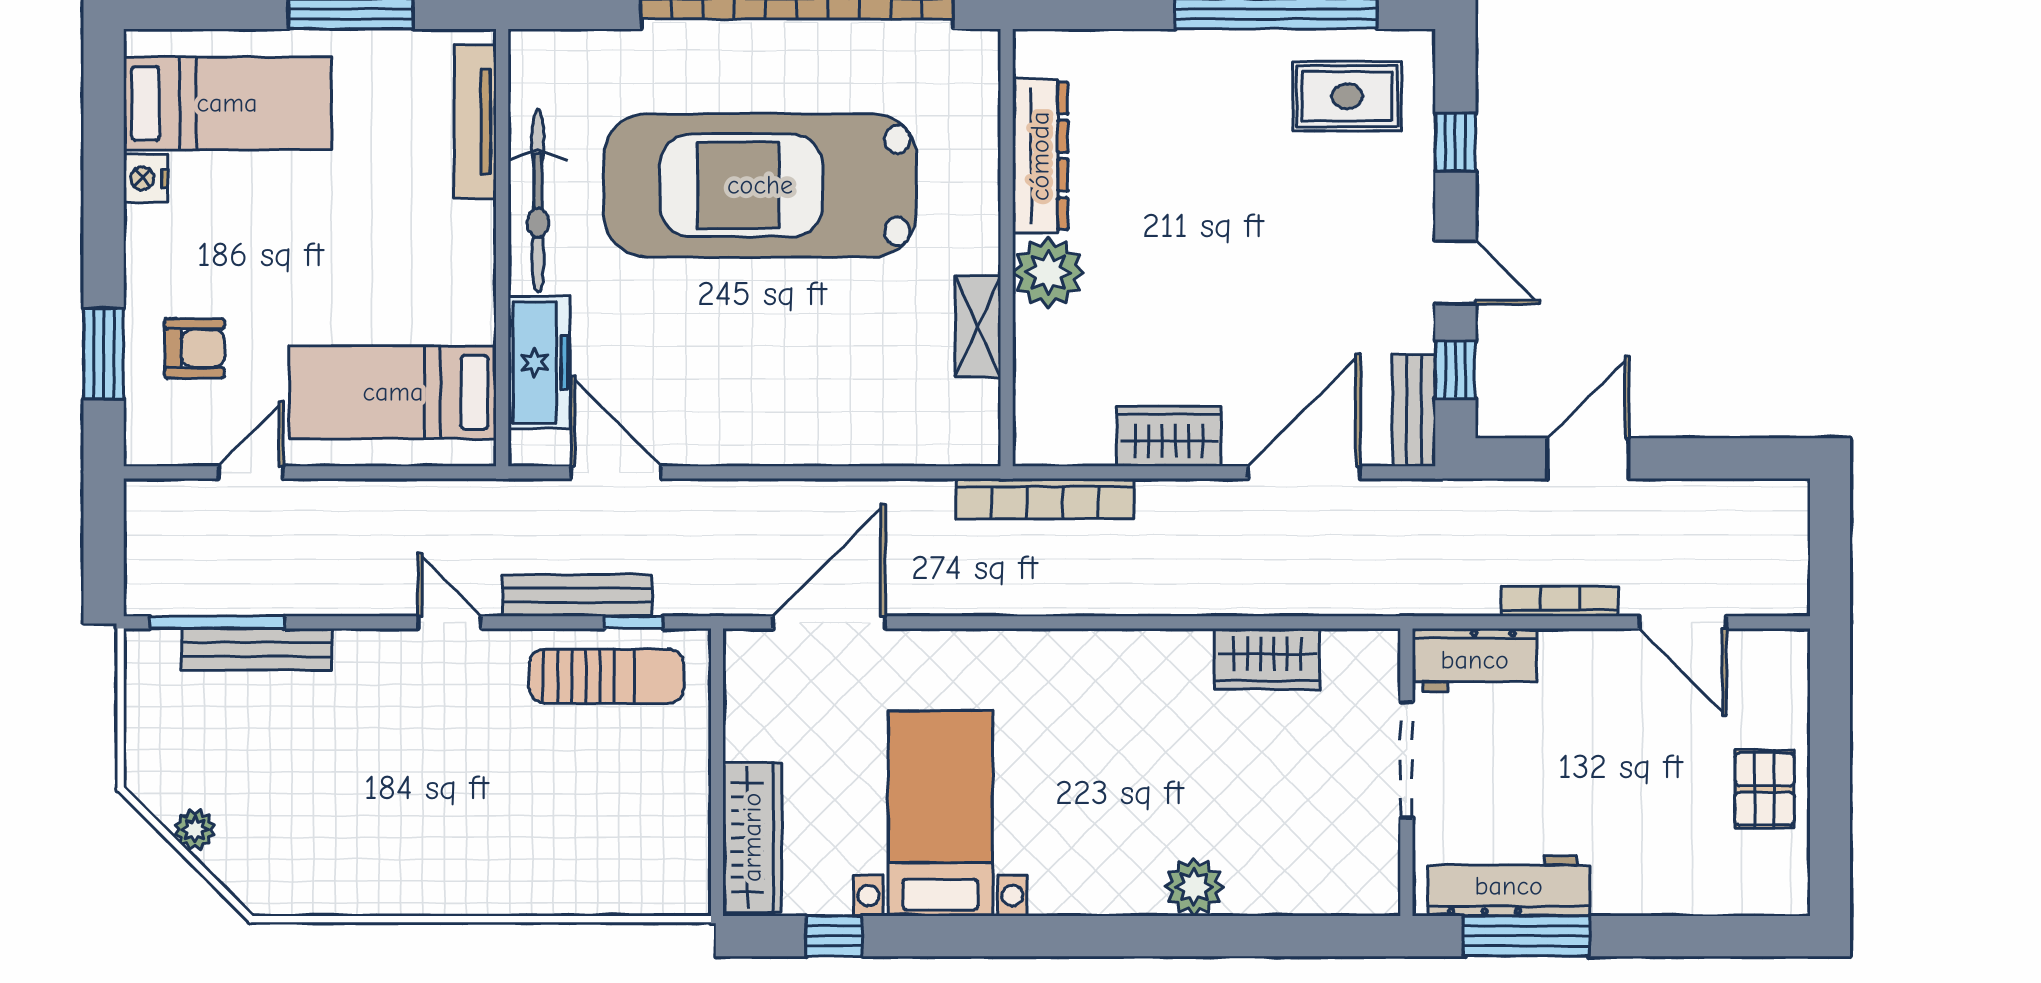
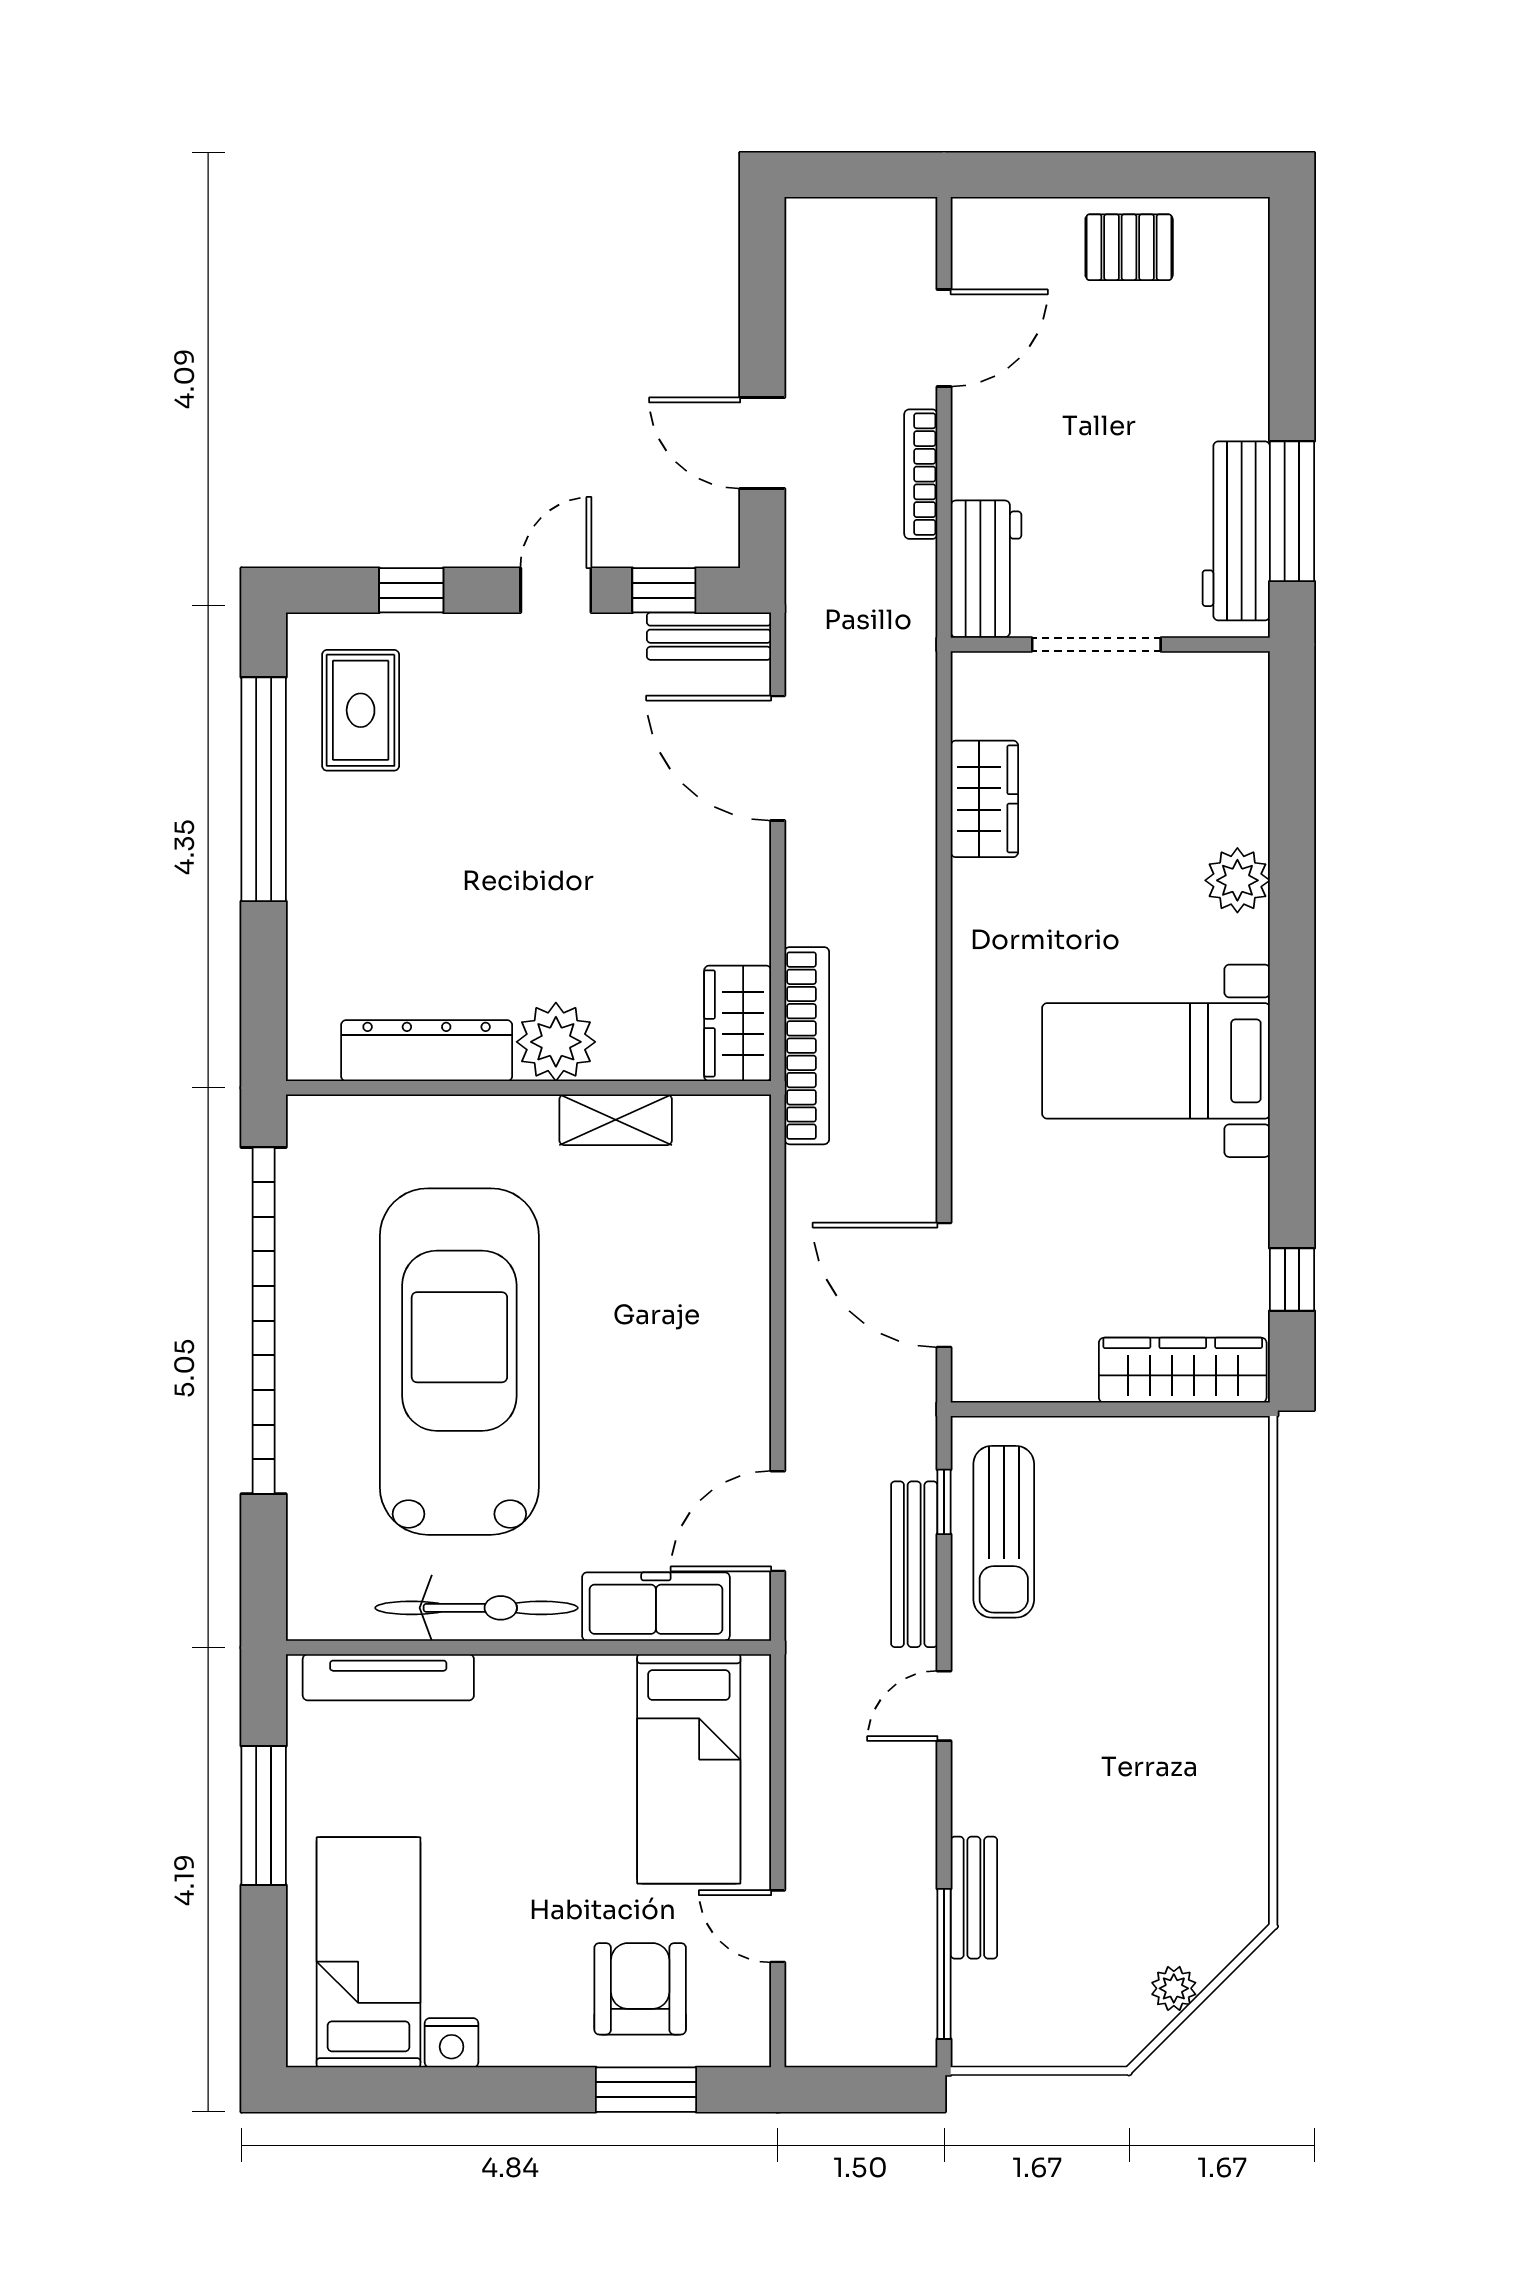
car: (760, 185) -> (459, 1362), turned 180
armchair: (194, 348) -> (640, 1989), width x1.38, depth x1.38
wardrobe: (1169, 436) -> (738, 1023), moved
bench: (257, 649) -> (974, 1898), width x0.73
sun lounger: (606, 676) -> (1004, 1532), turned 180
bed with nightstands: (940, 813) -> (1156, 1061), moved

